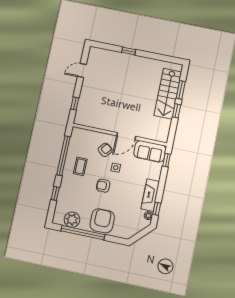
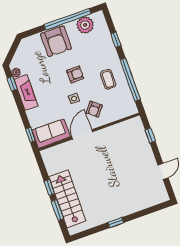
window: (129, 51) -> (116, 223), moved

